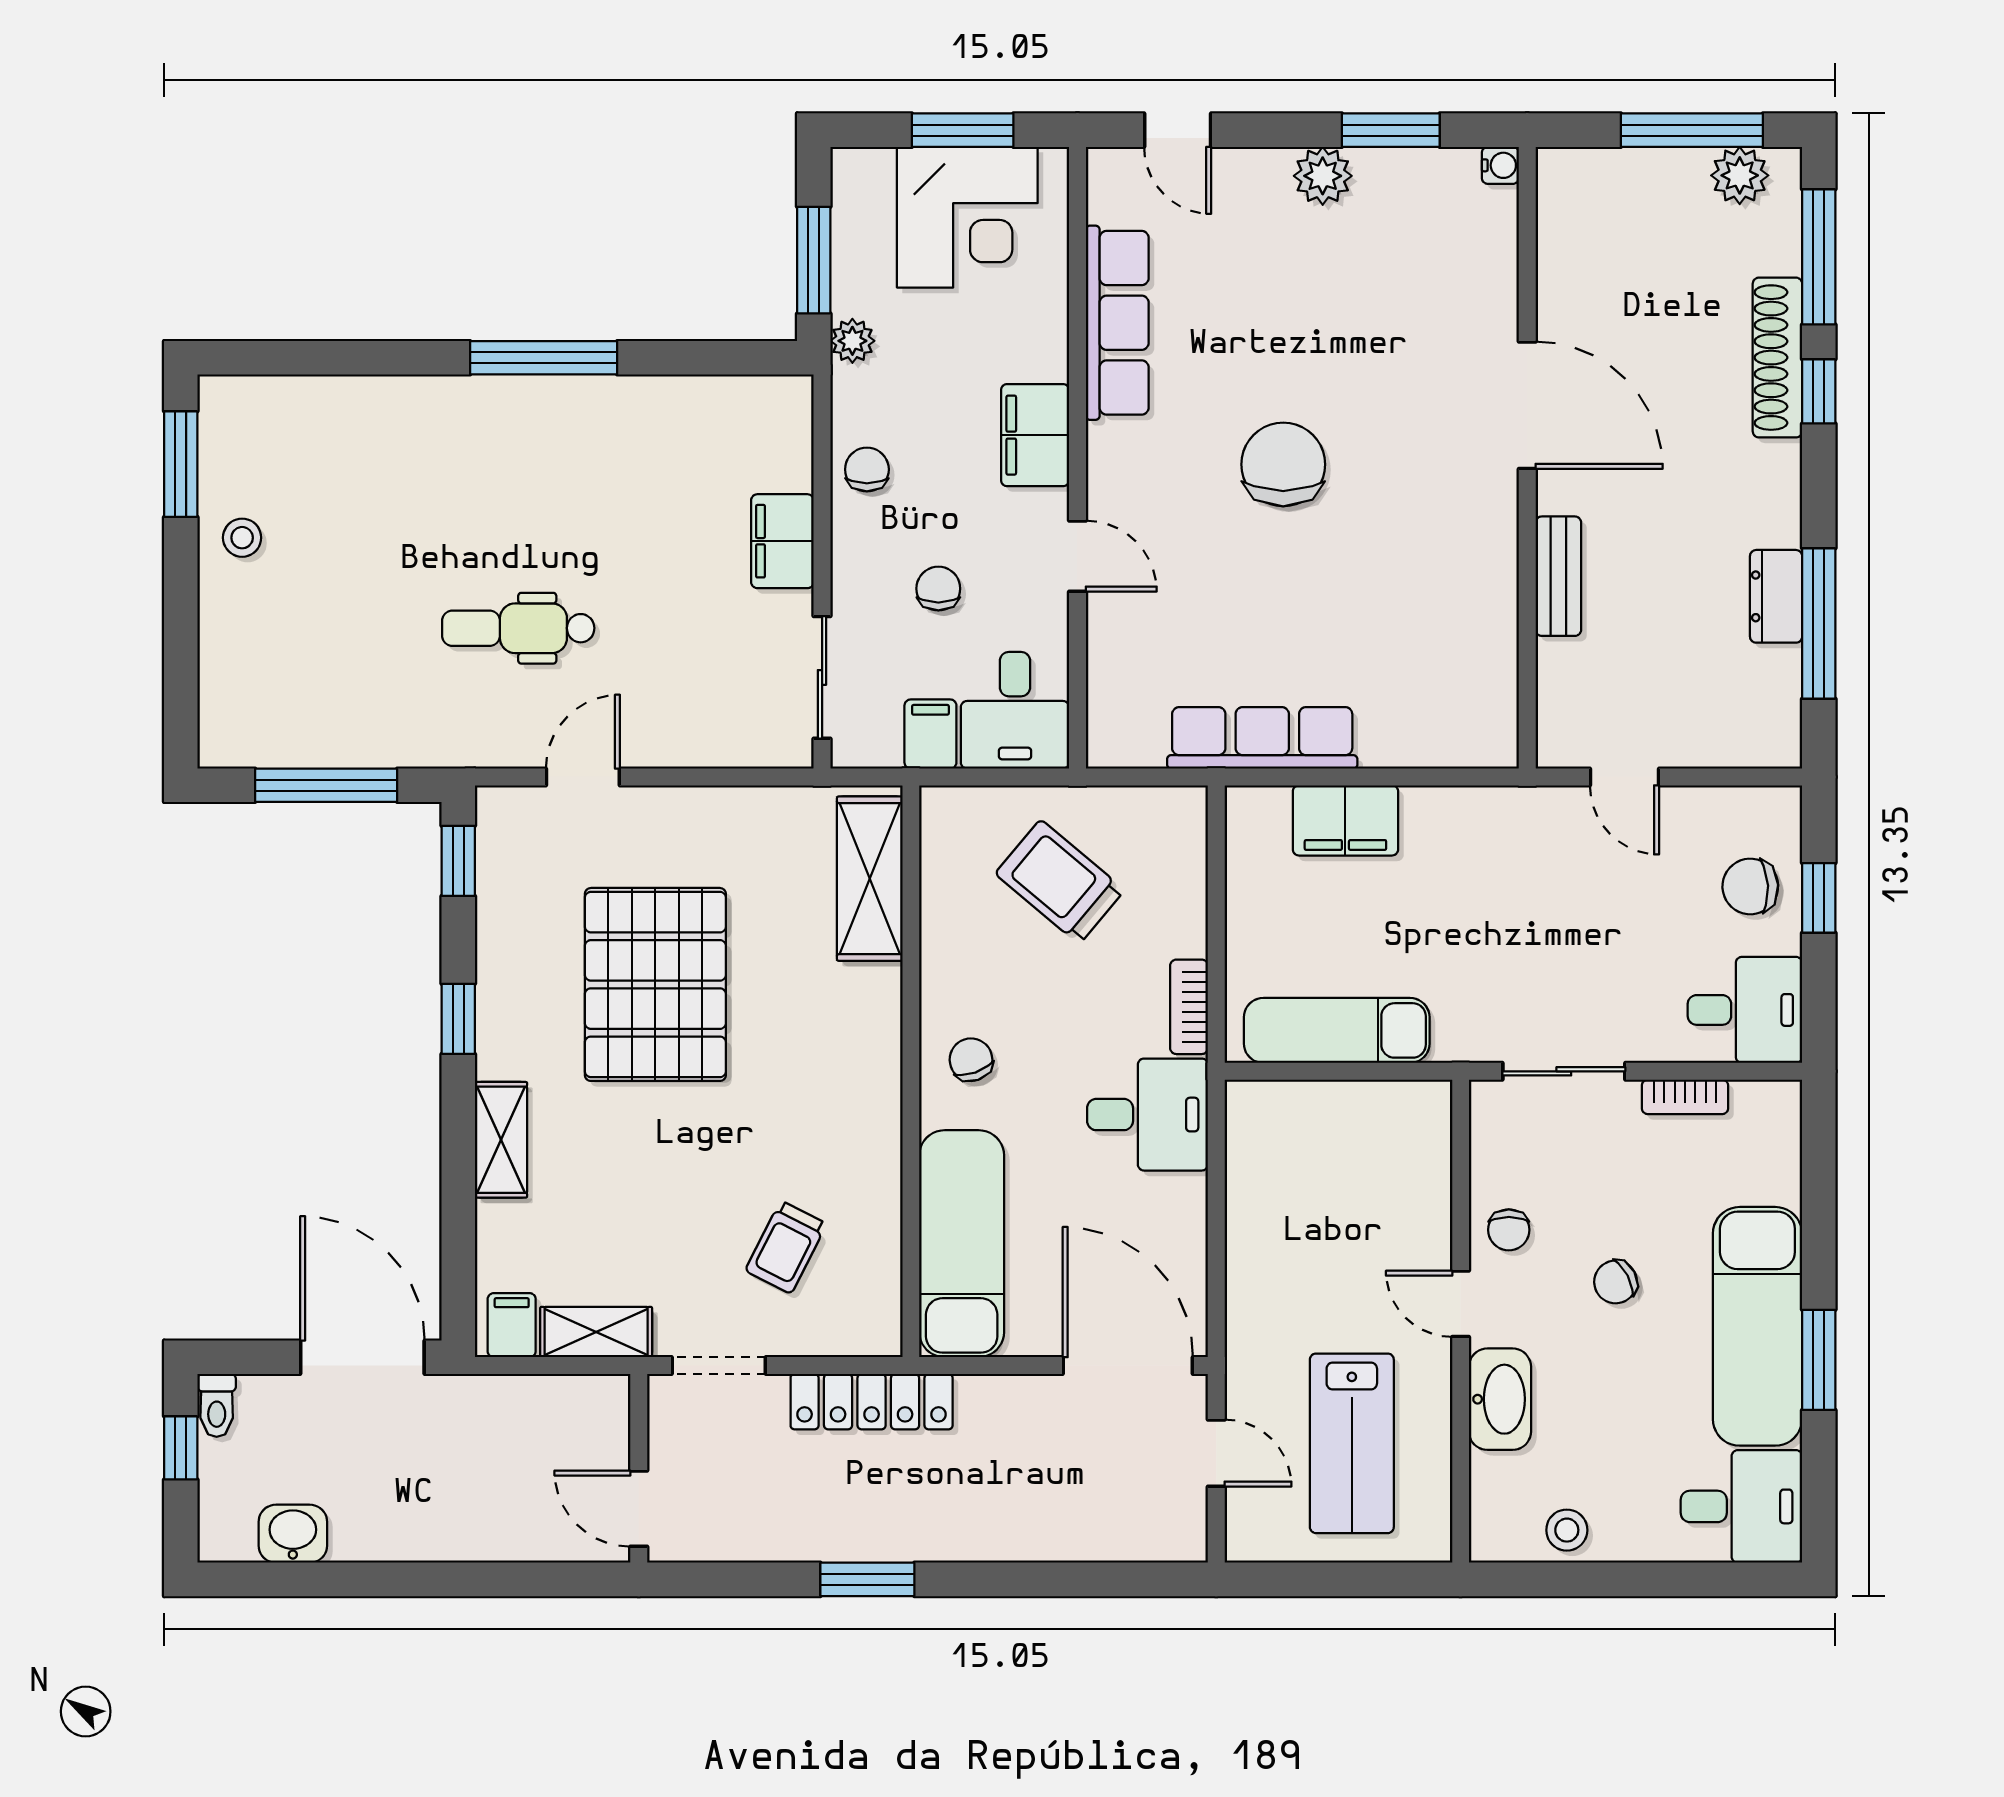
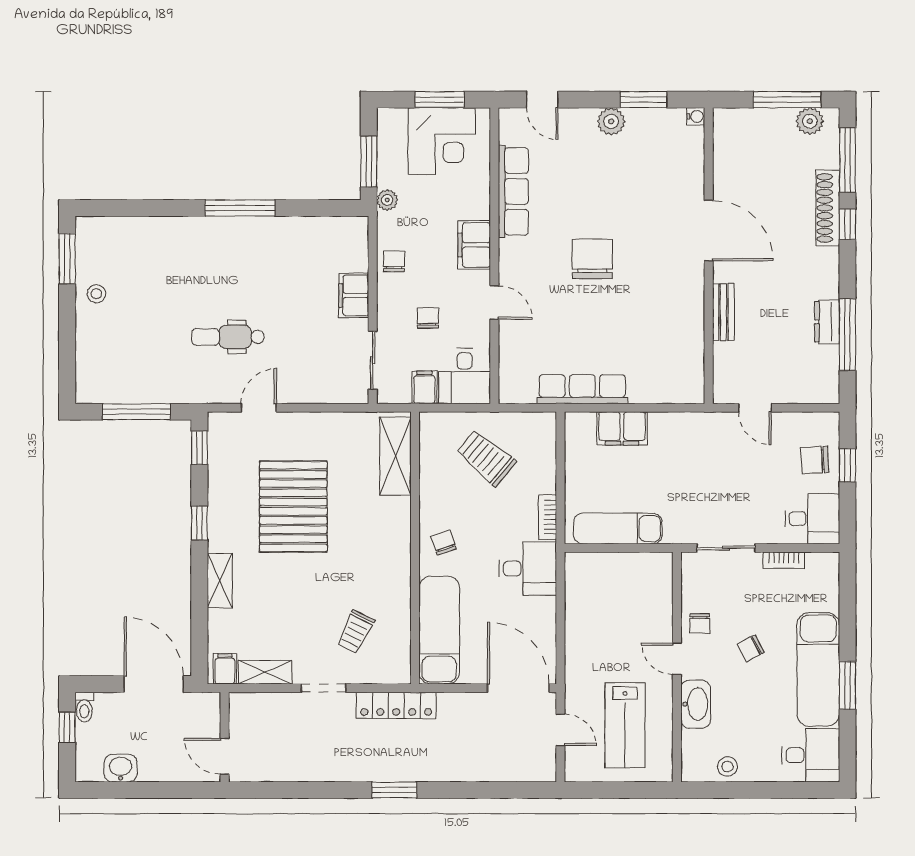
wall: (639, 1468) -> (225, 737), moved
door: (639, 1509) -> (225, 756), moved

